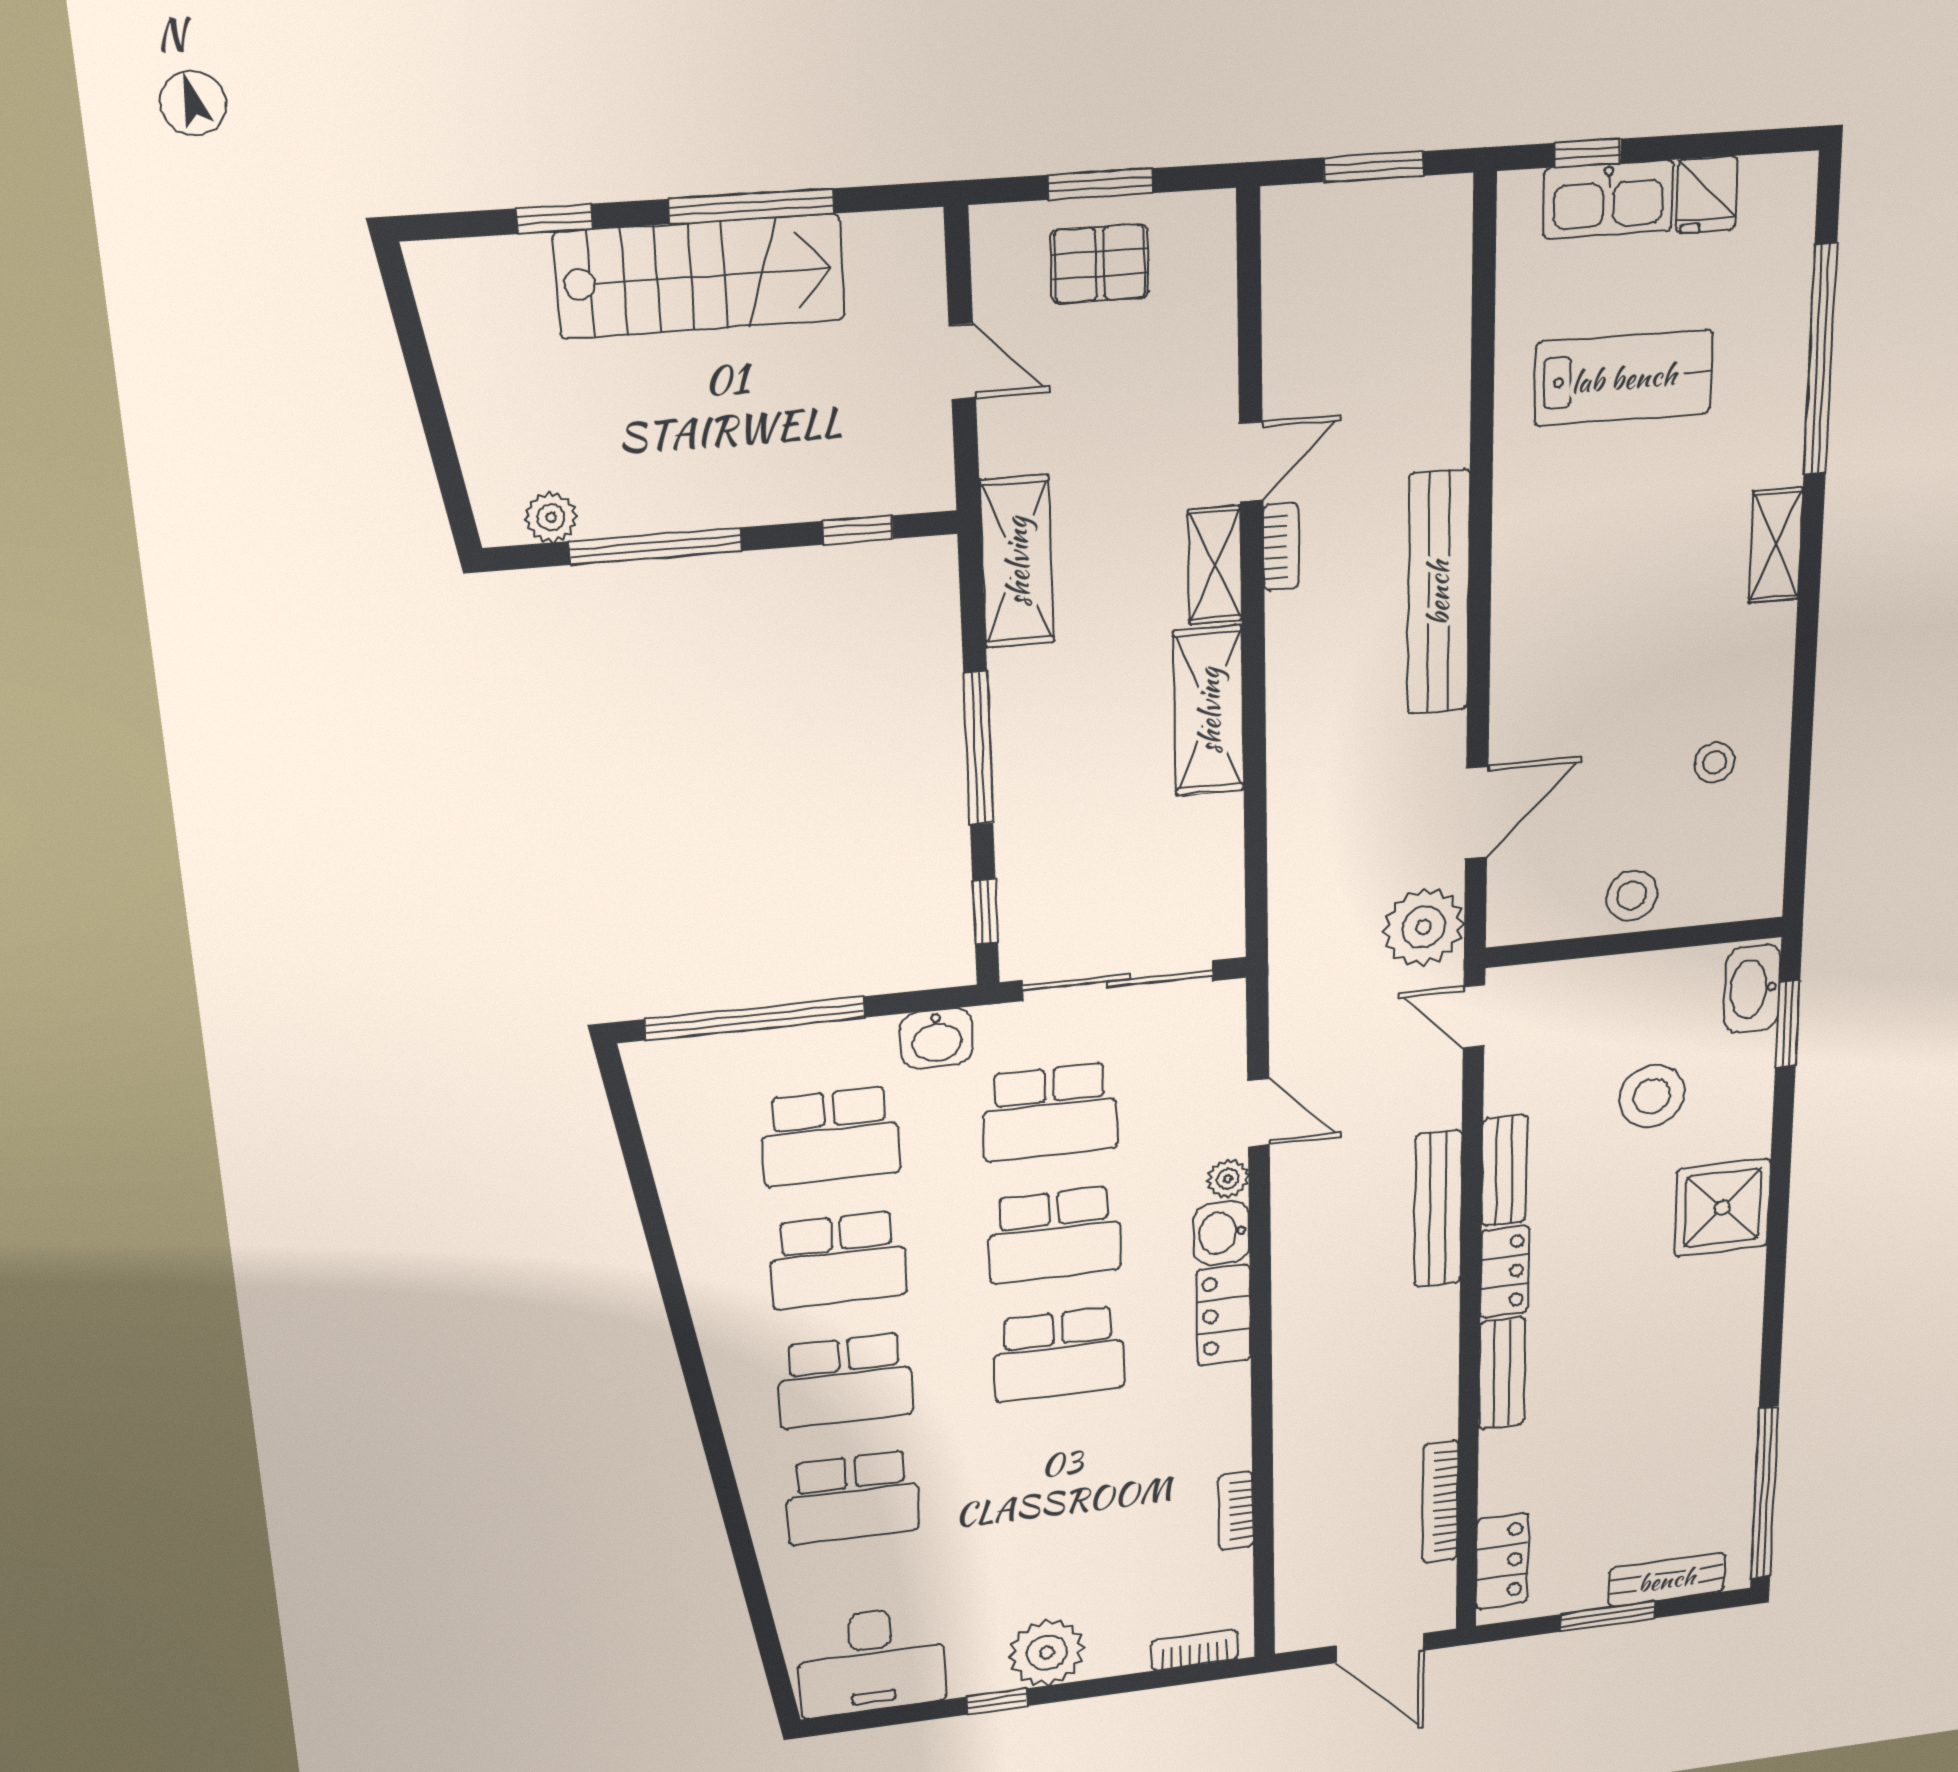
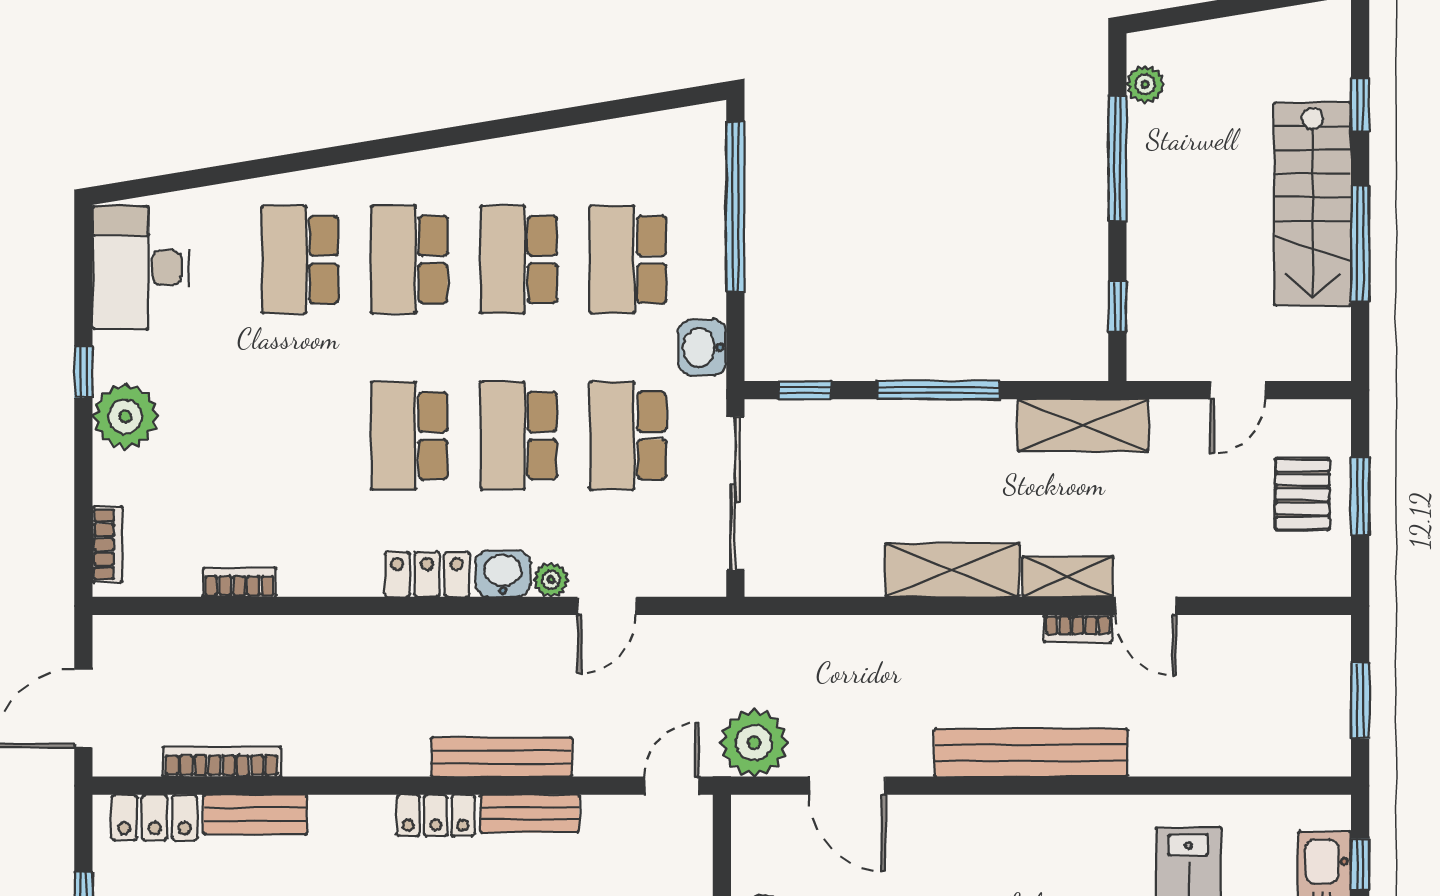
bench: (1502, 1373) -> (255, 814), moved

